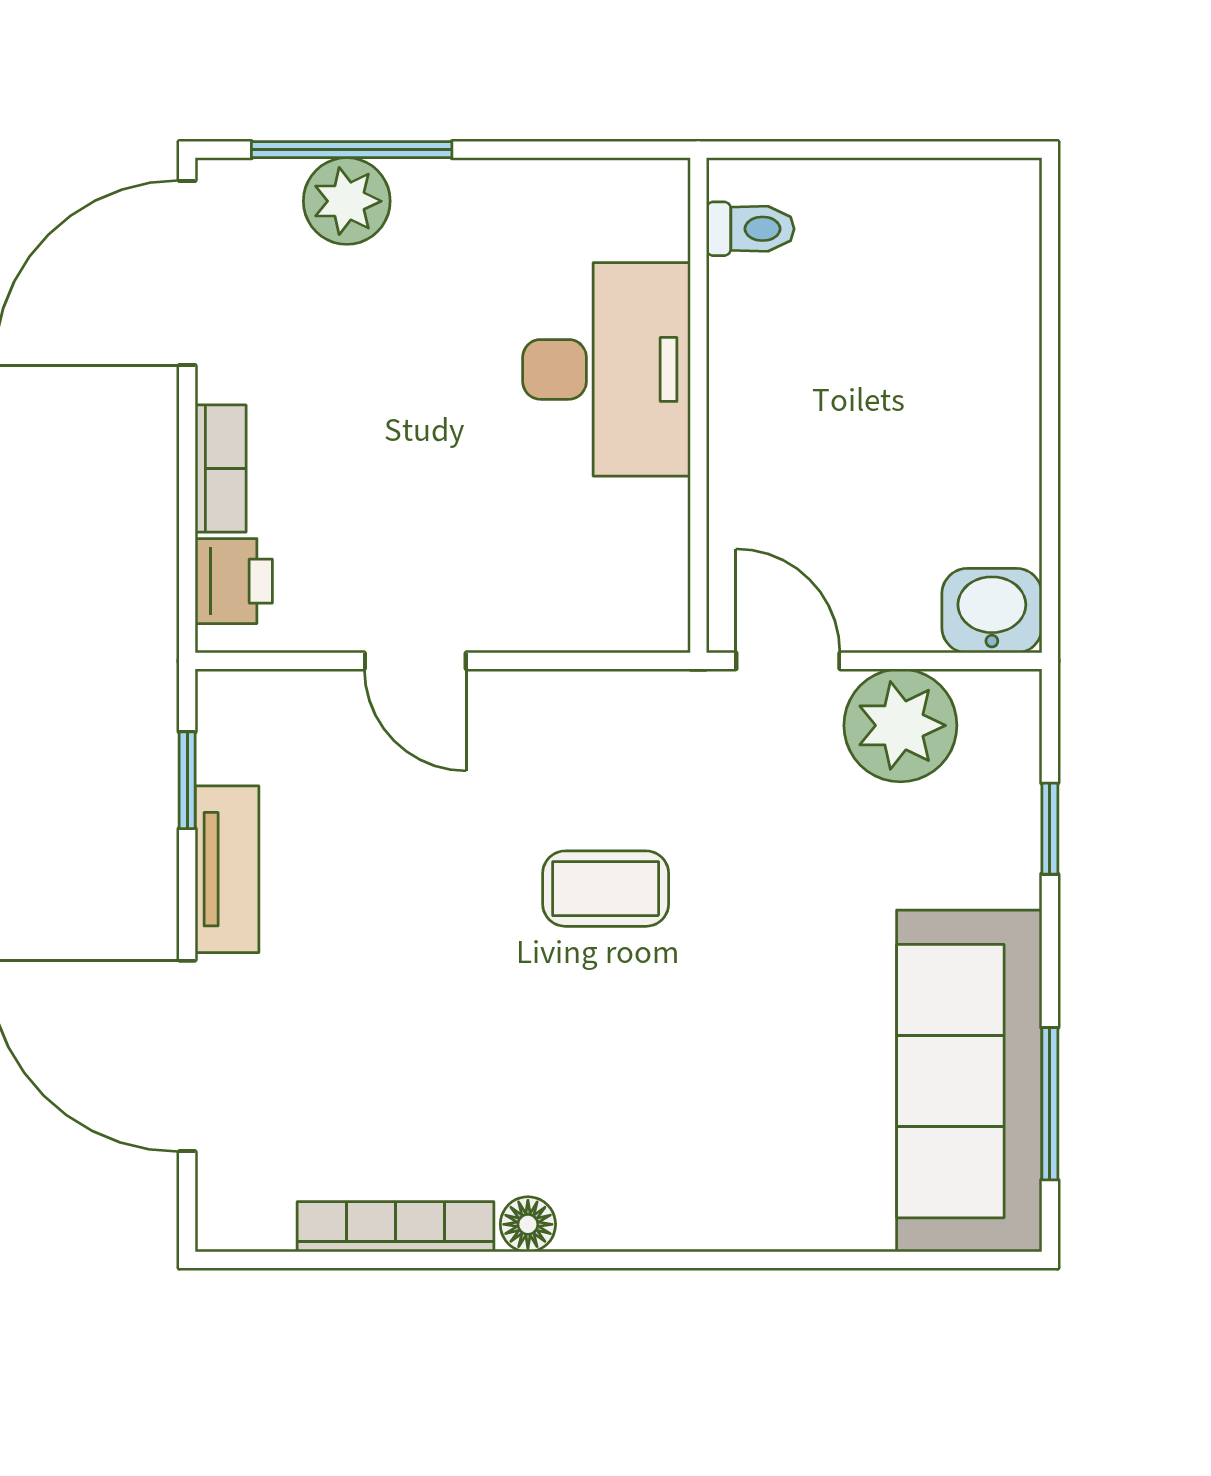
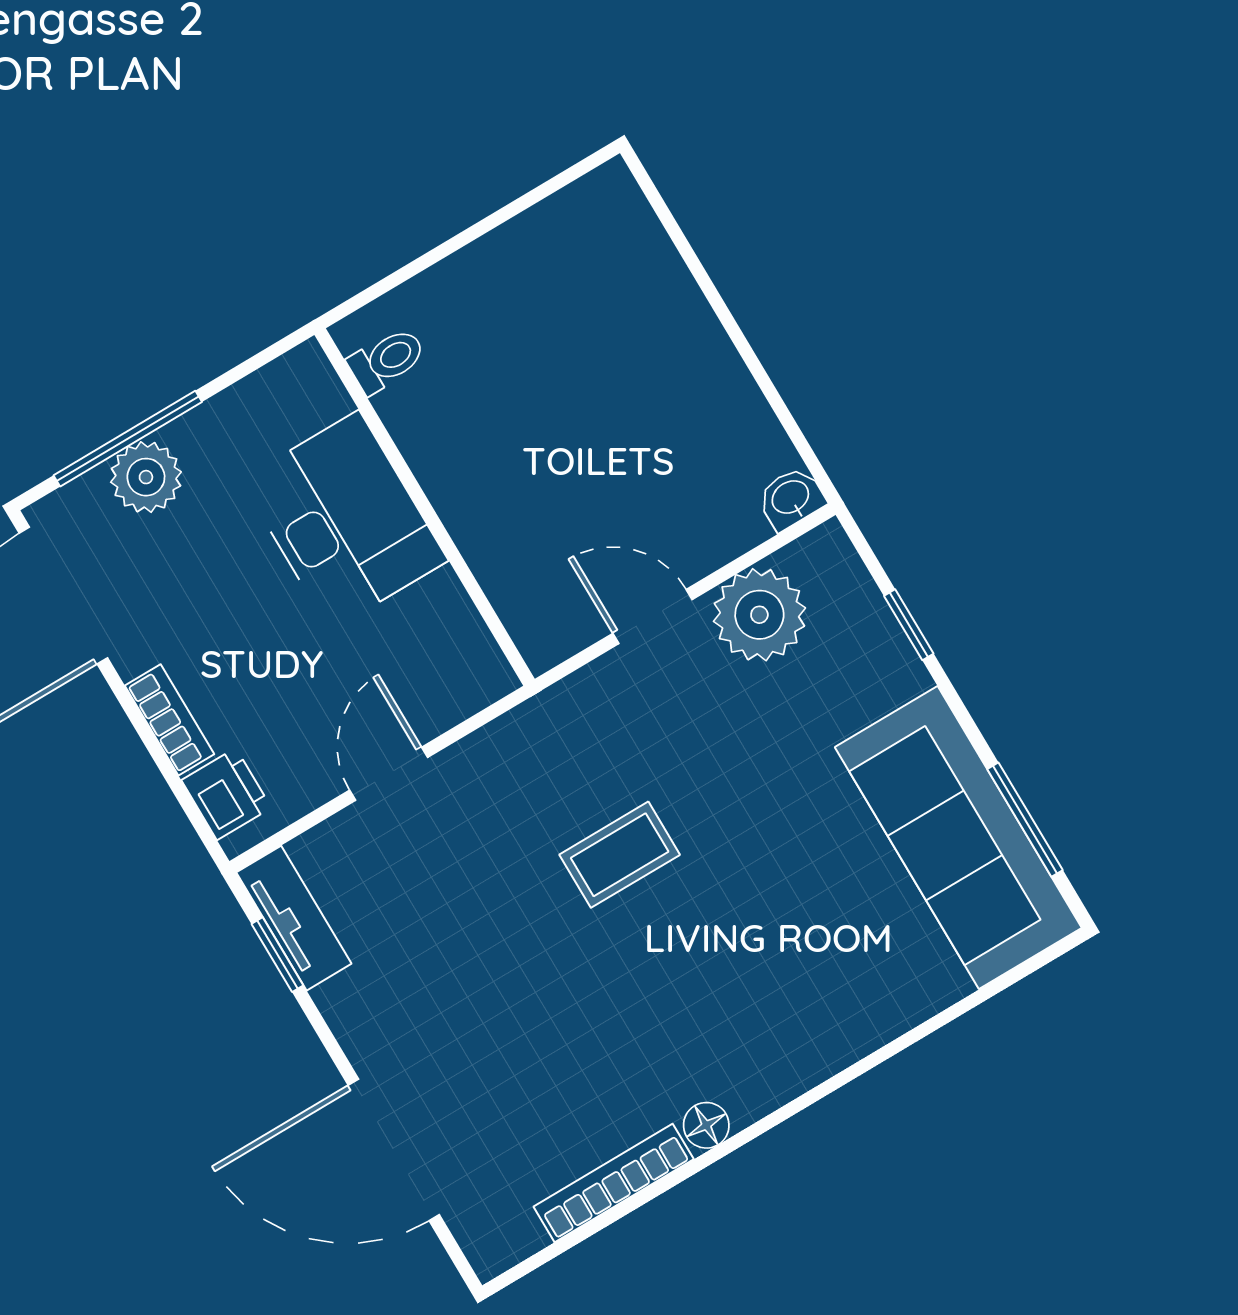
toilet: (750, 229) -> (387, 360), moved
desk: (607, 369) -> (344, 520), moved
wall: (698, 405) -> (425, 507), moved
washbasin: (992, 611) -> (791, 498), width x0.72, depth x0.69
door: (415, 661) -> (389, 774), swing flipped
tv unit: (227, 869) -> (294, 918), moved

